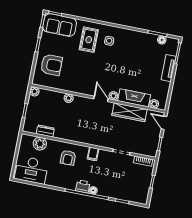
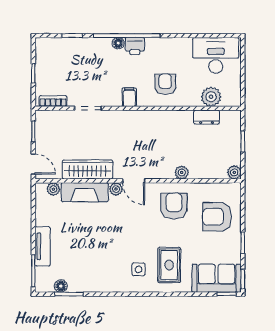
armchair: (78, 77) -> (174, 206), added

